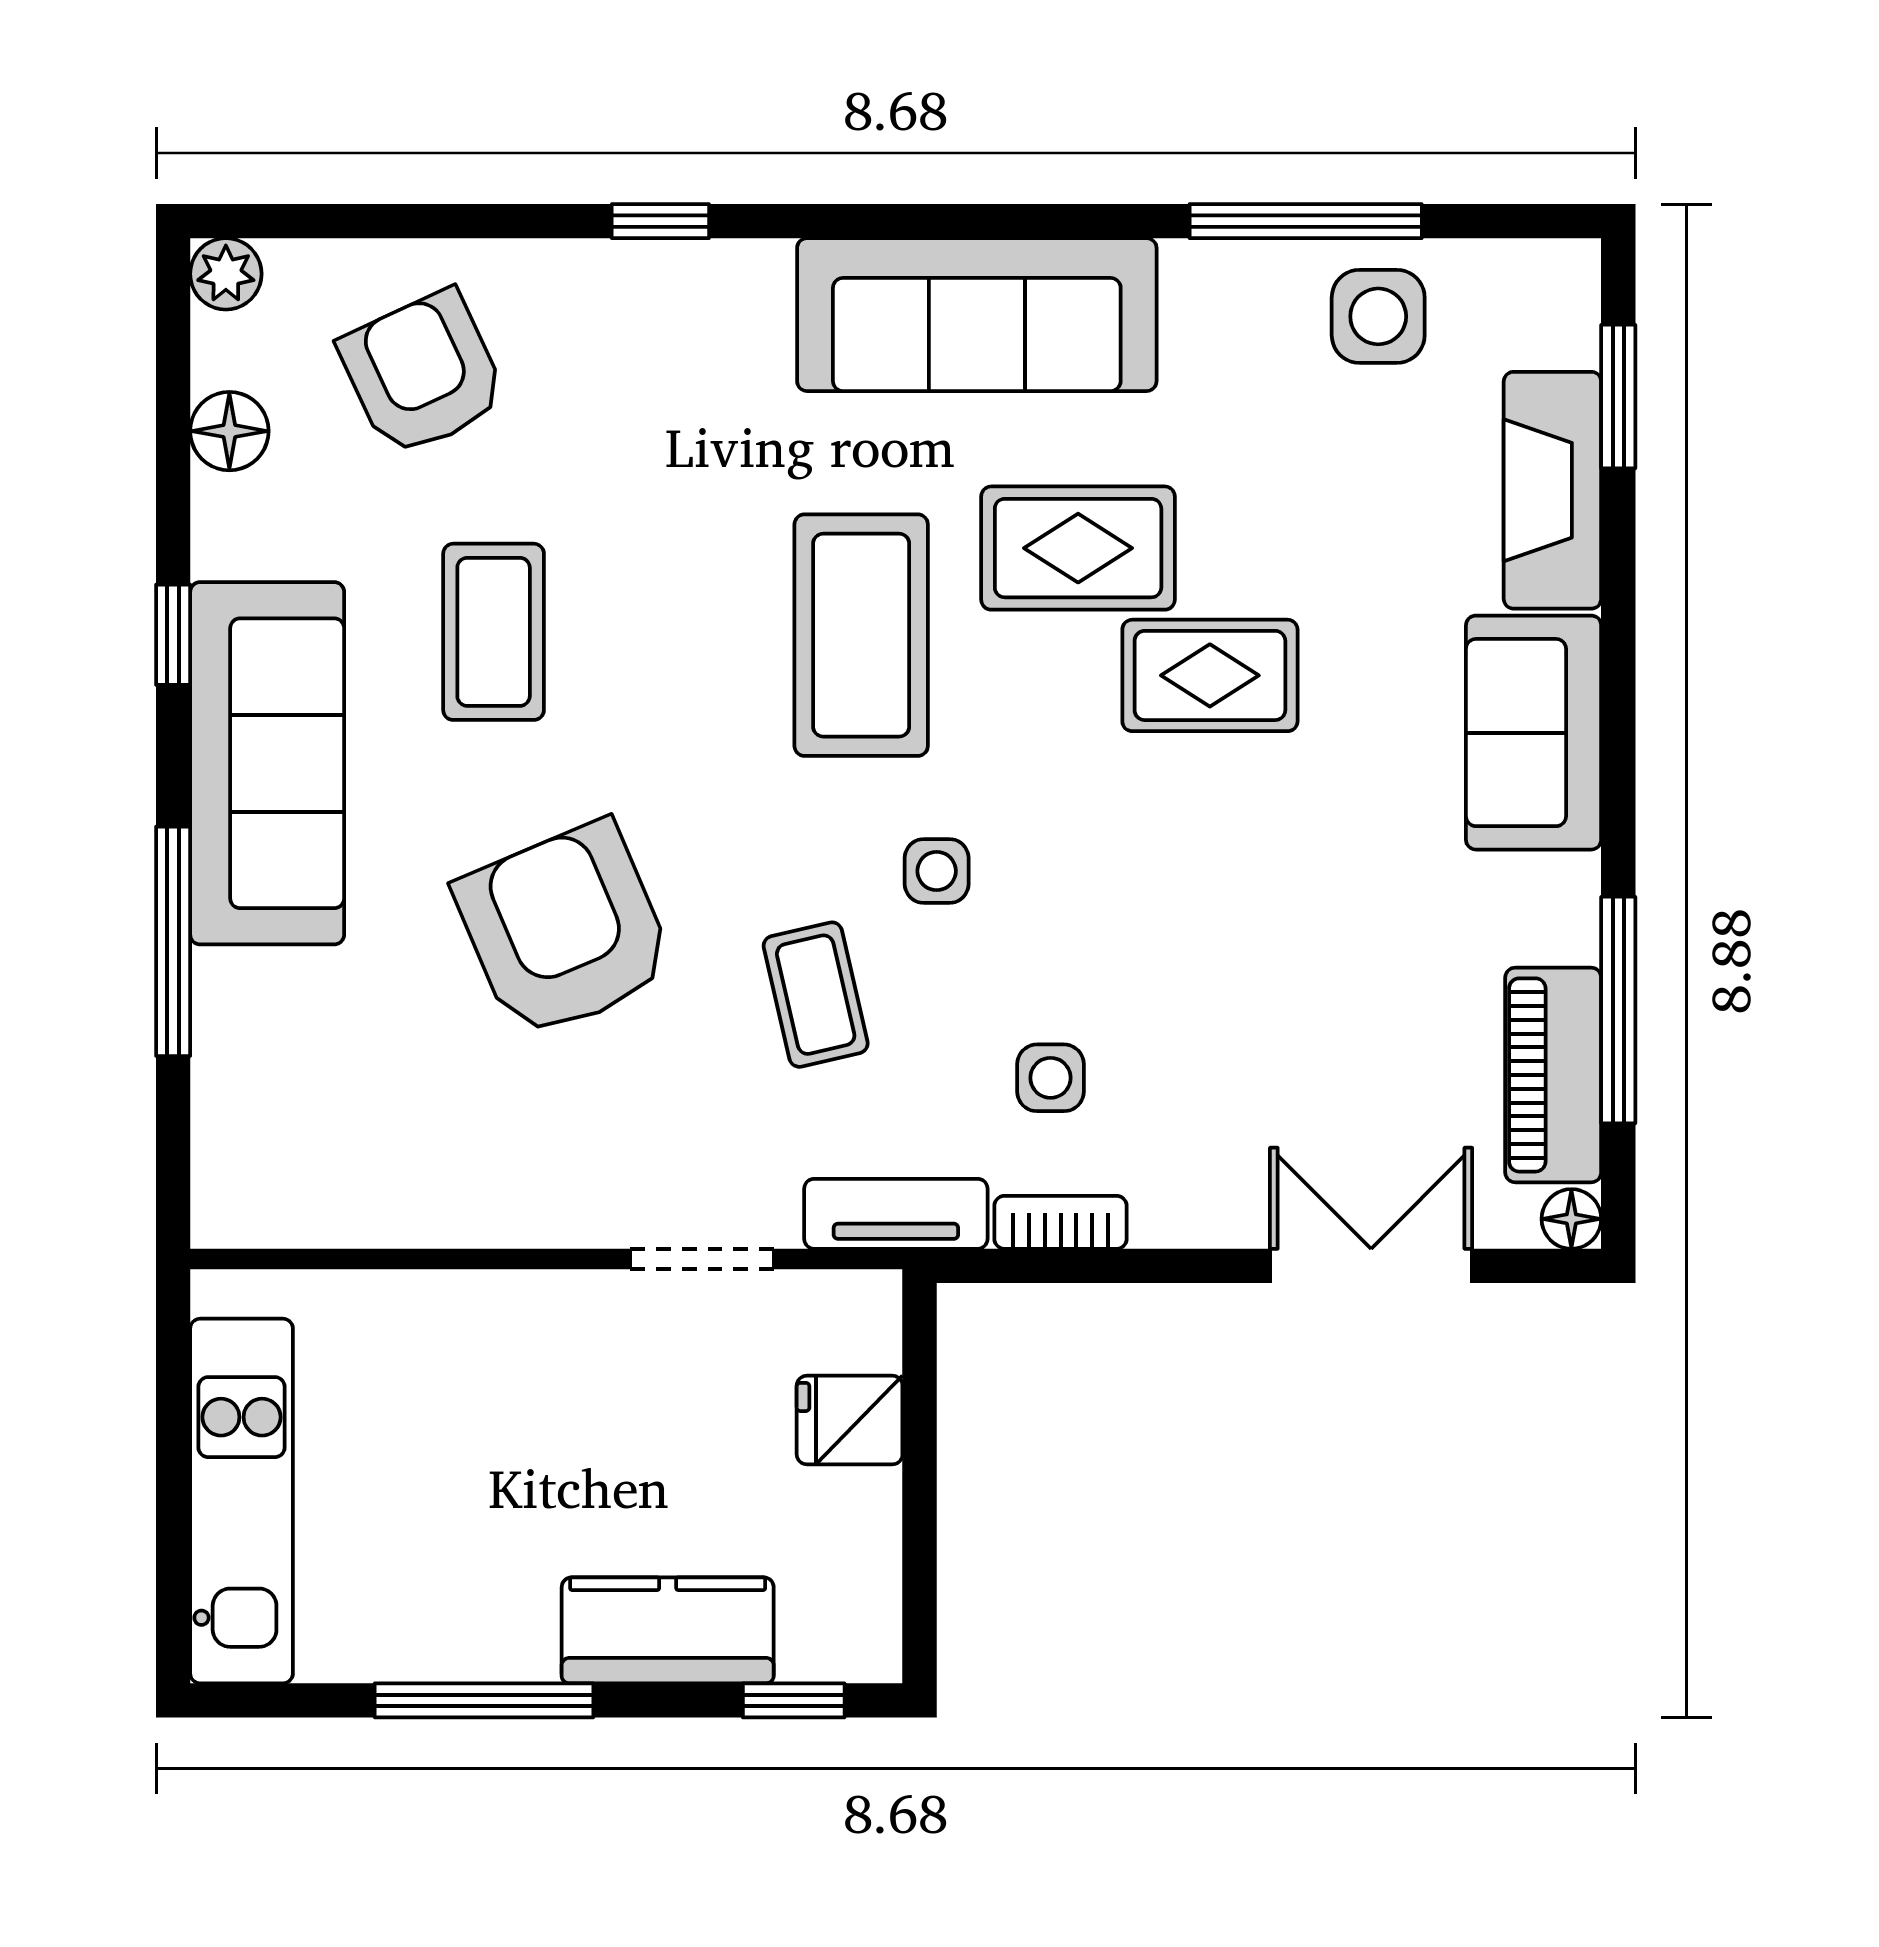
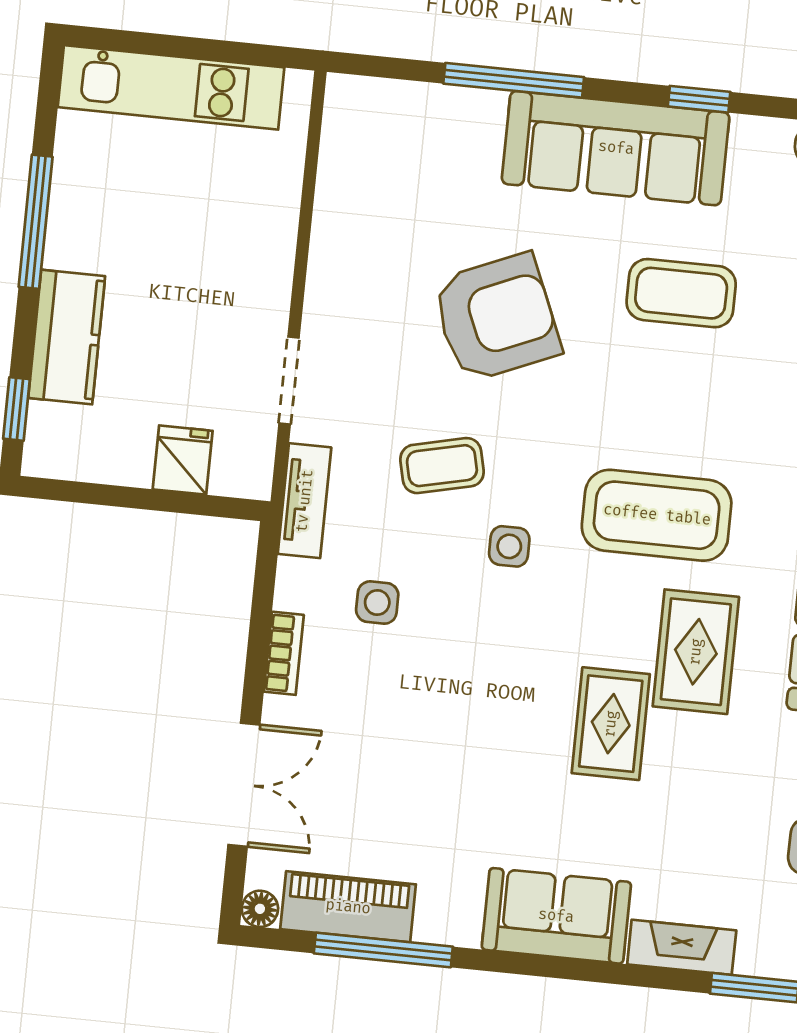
fireplace: (1552, 490) -> (682, 947), width x0.73, depth x0.76
bookcase: (1061, 1222) -> (284, 653), moved

